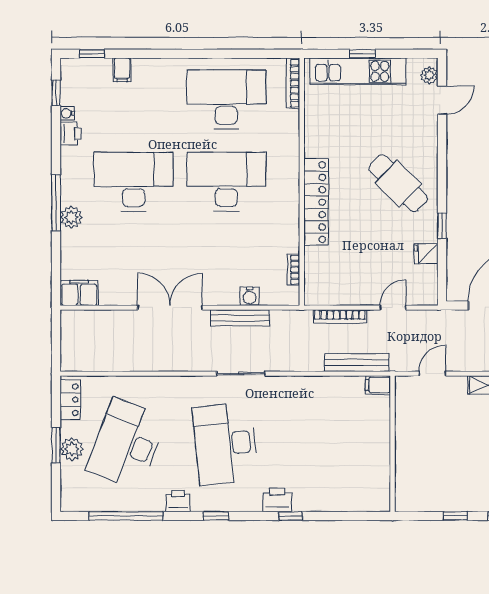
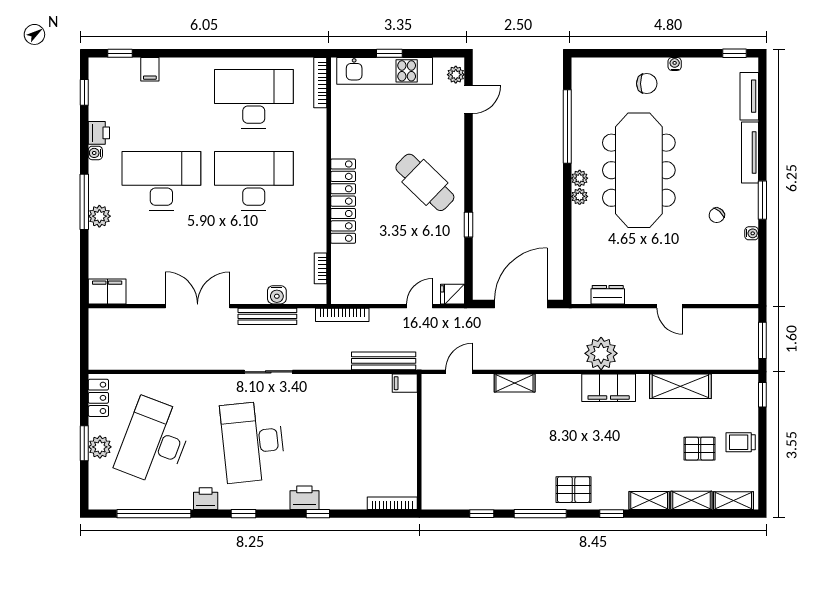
water cooler: (67, 113) -> (95, 153), moved
fridge: (426, 254) -> (453, 294), moved
bookcase: (340, 316) -> (342, 315), moved
bookcase: (365, 506) -> (392, 503), added

